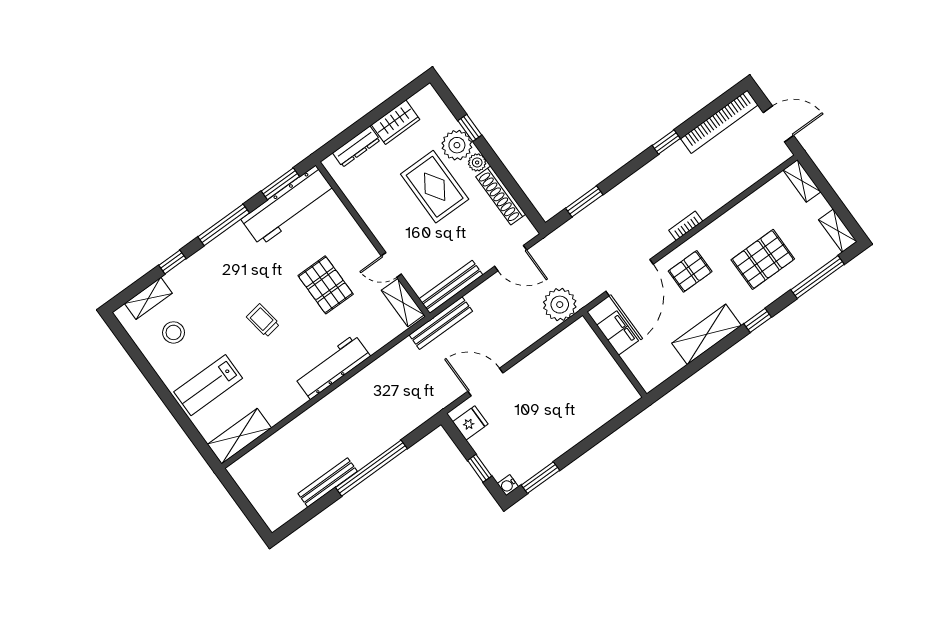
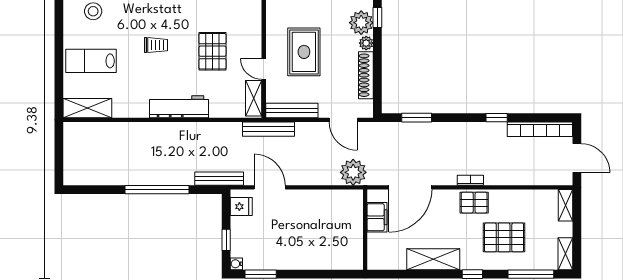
rug: (435, 187) -> (304, 52), moved
pallet: (690, 271) -> (474, 203), moved
trolley: (263, 320) -> (156, 45), turned 99
bench: (328, 482) -> (219, 179), moved

